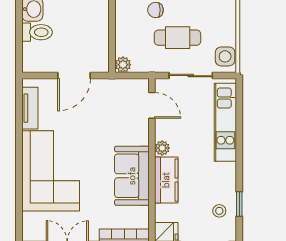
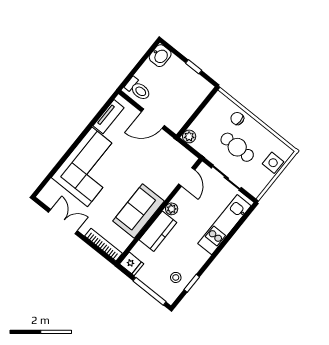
toilet: (37, 32) -> (138, 89), moved
side table: (225, 56) -> (273, 163), moved

